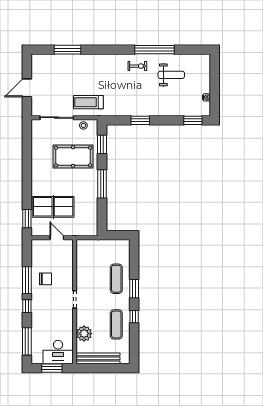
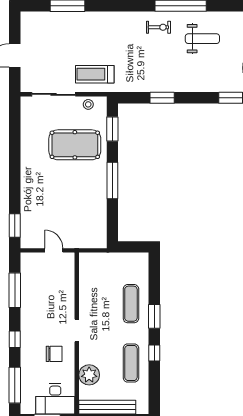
table tennis table: (53, 207) -> (49, 210), removed
chair: (45, 279) -> (54, 354), moved
window: (27, 280) -> (15, 290), moved

